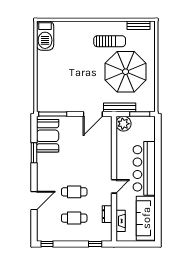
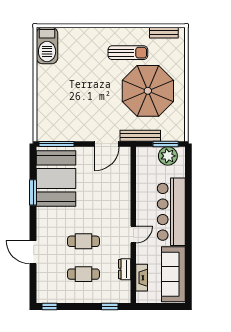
plant: (123, 124) -> (168, 156), moved
booth: (48, 136) -> (56, 178), width x1.36, depth x1.42
door: (34, 201) -> (33, 252), swing flipped

